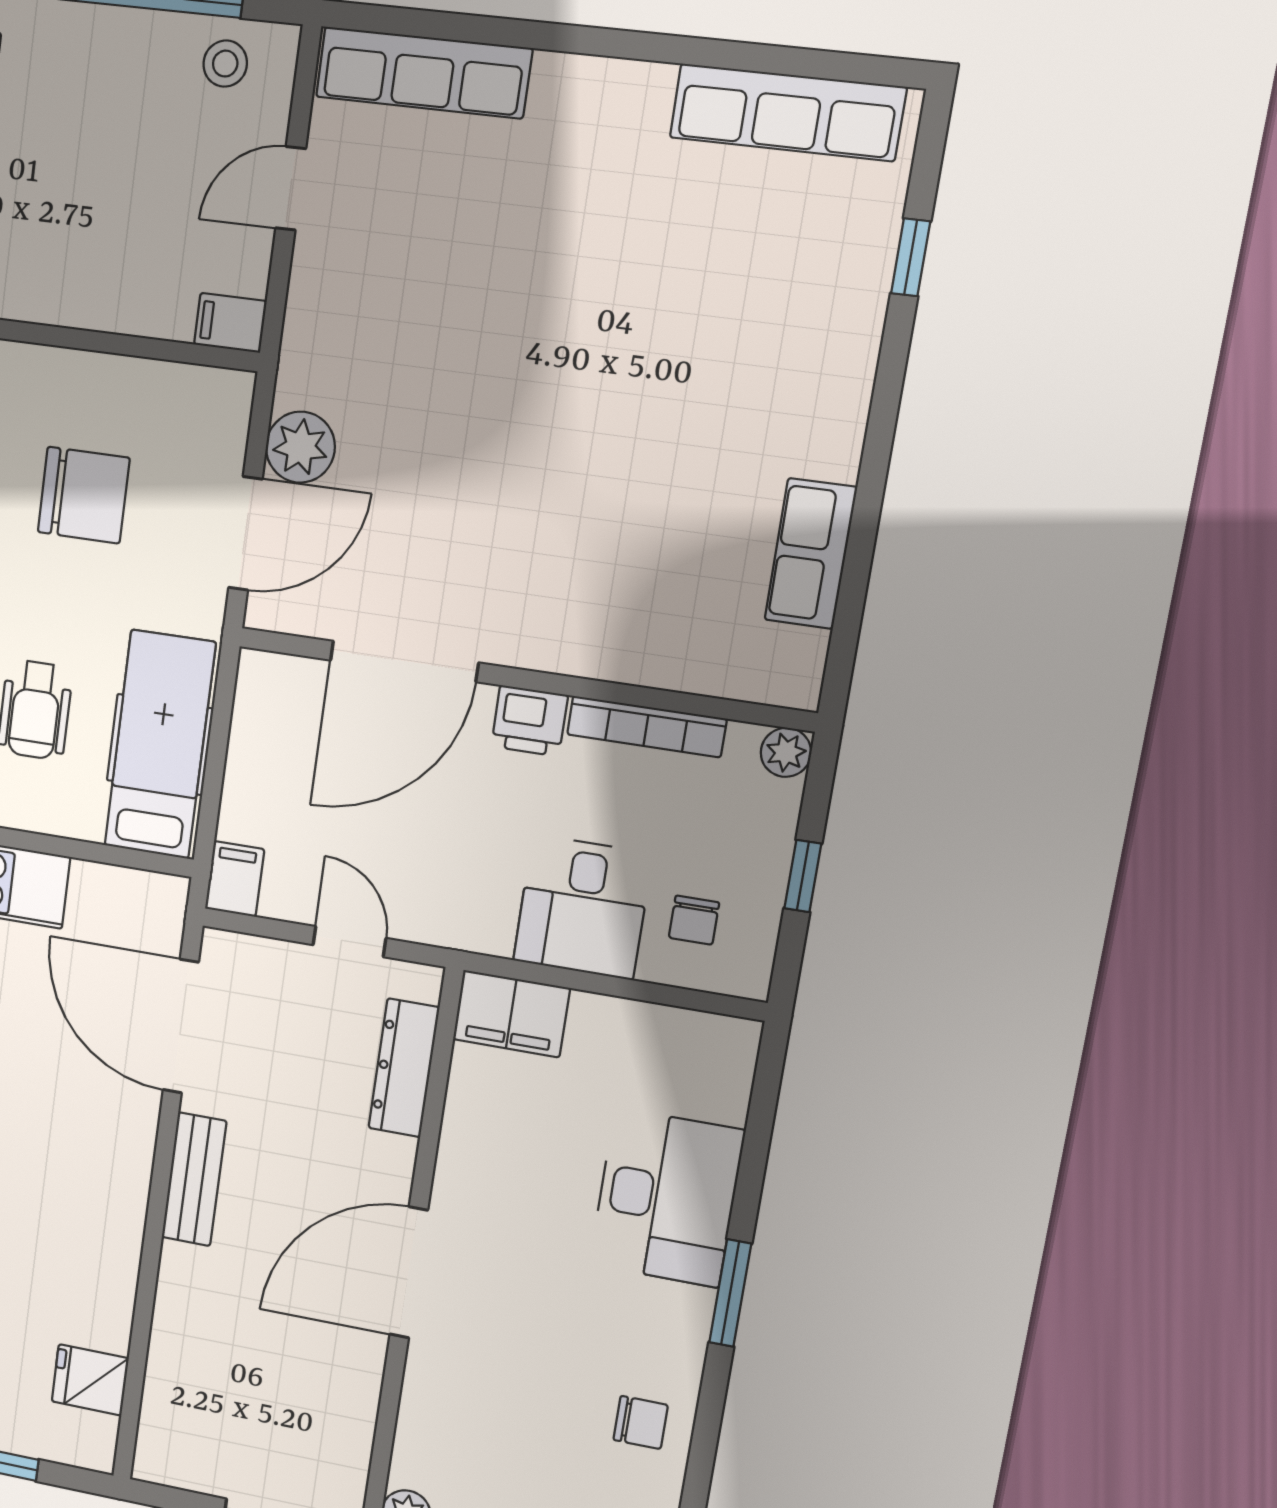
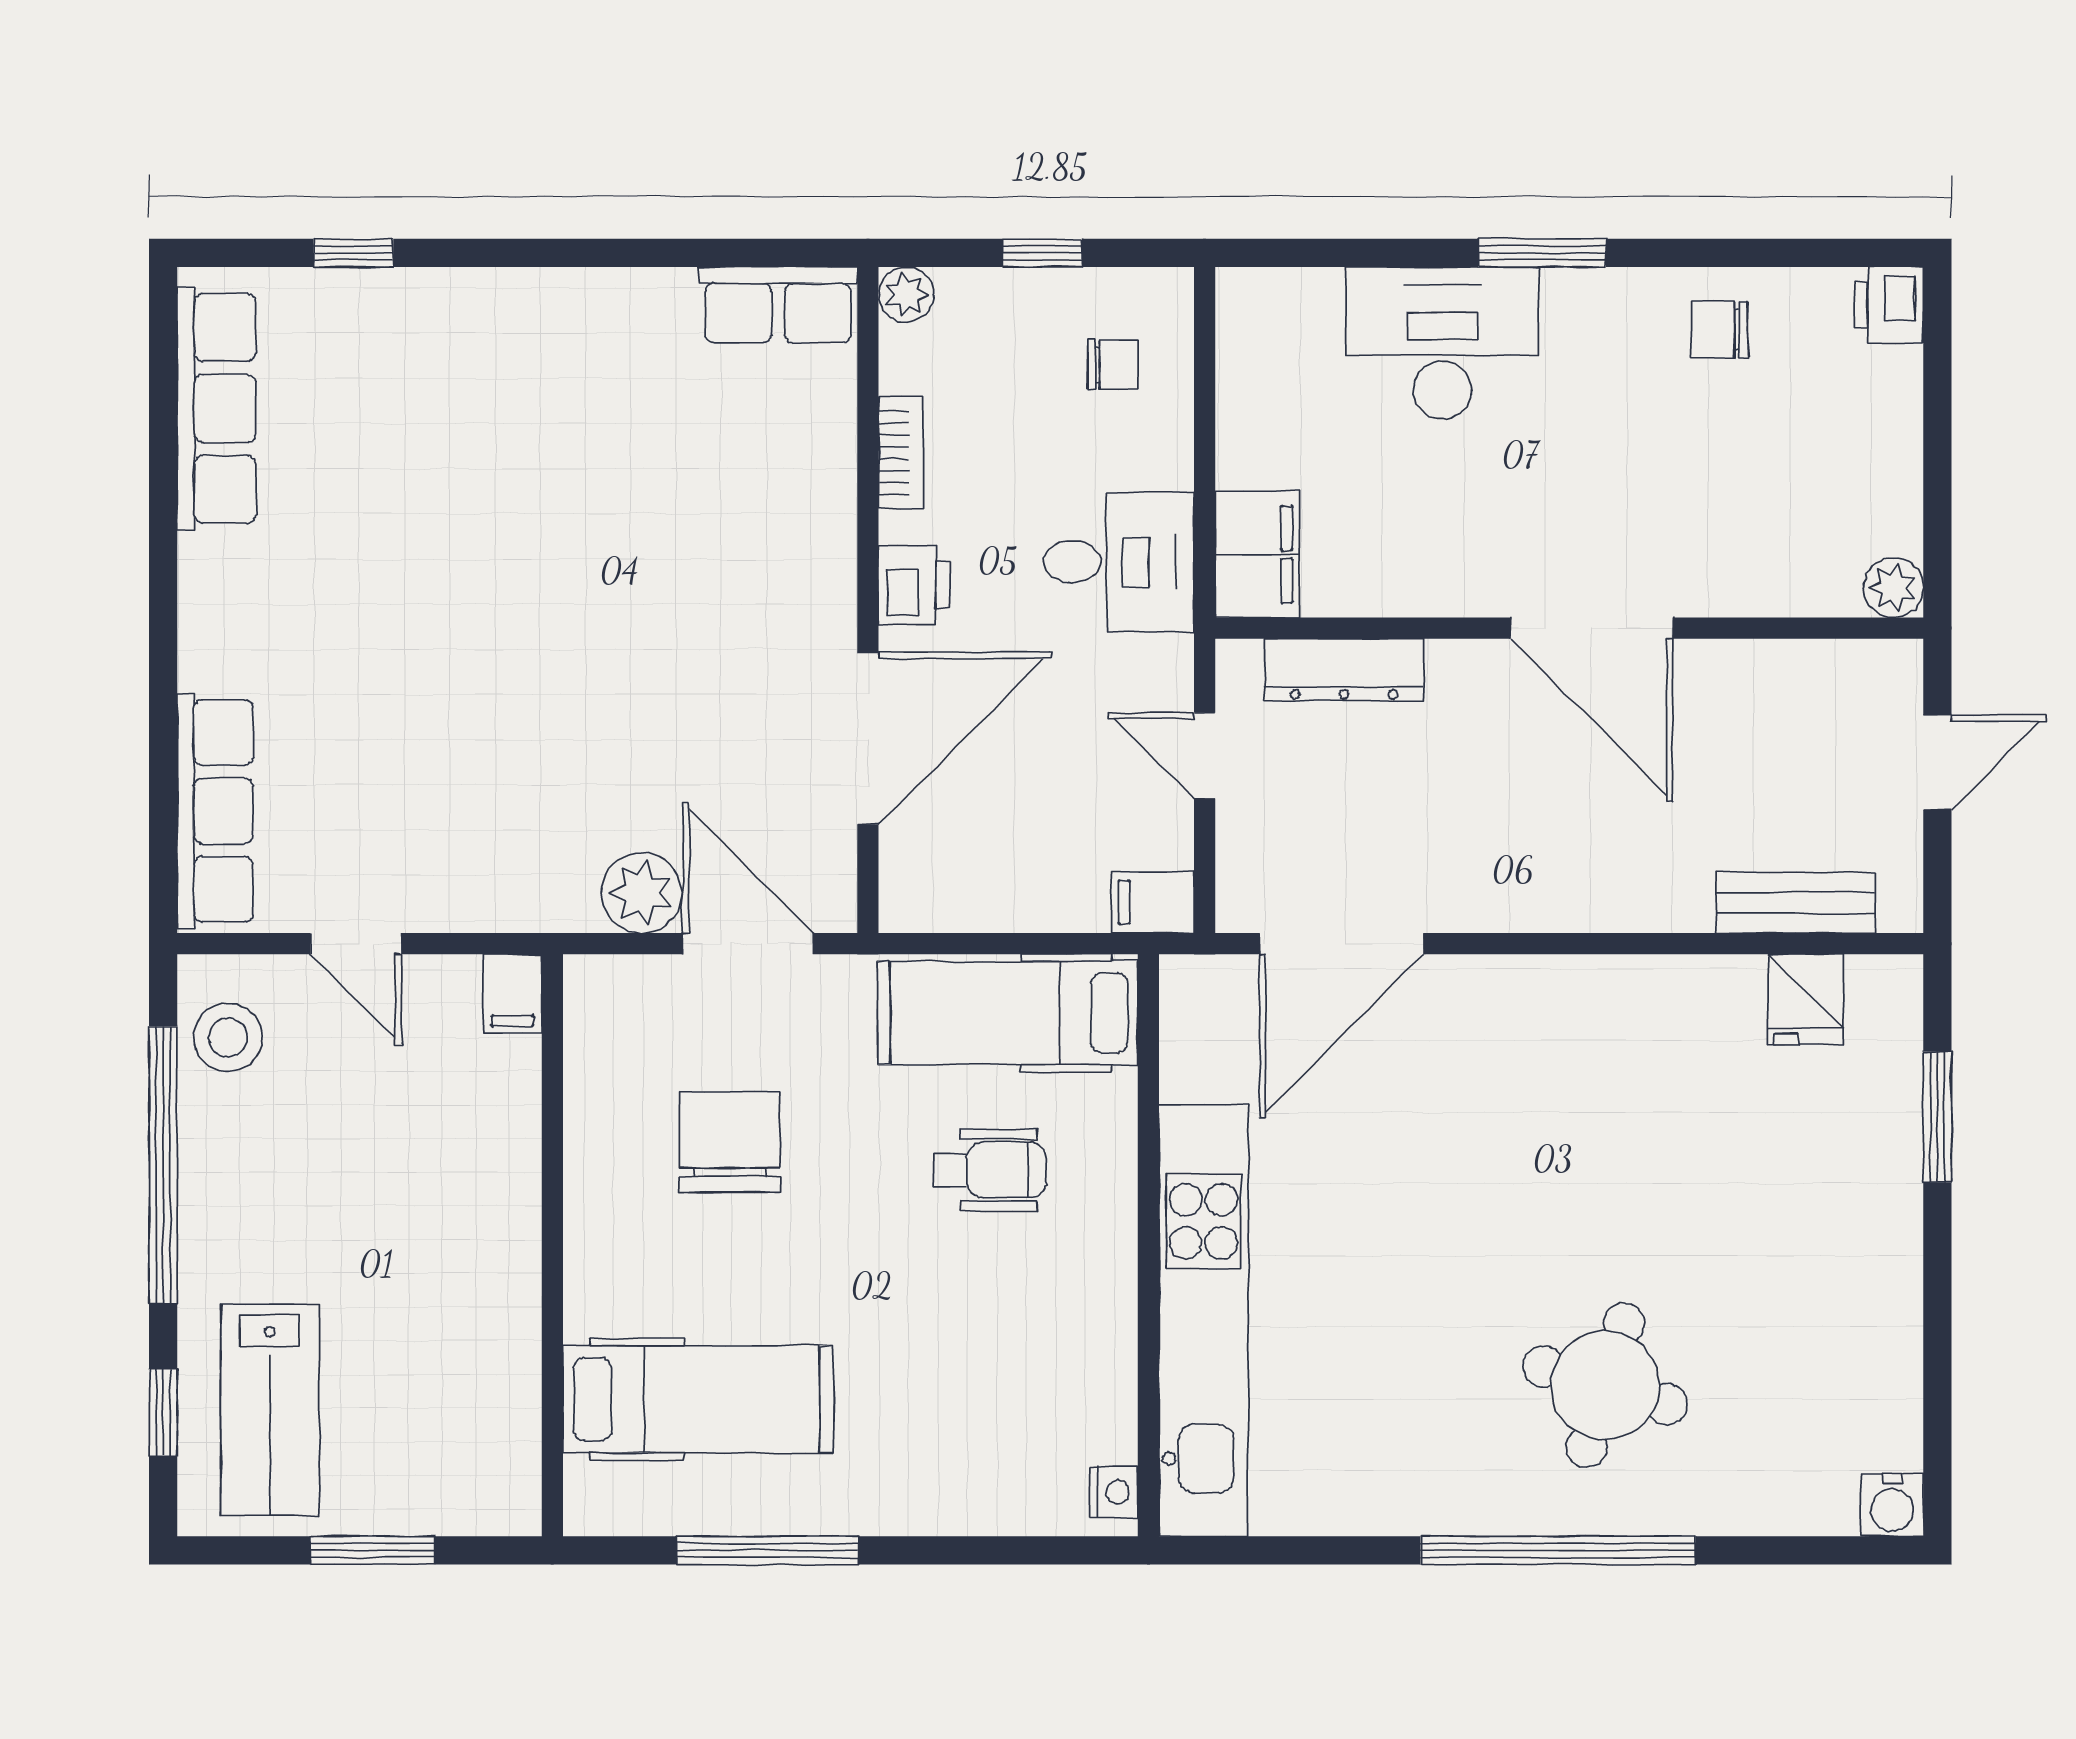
stool: (225, 64) -> (228, 1037), width x1.37, depth x1.37
row of seats: (811, 554) -> (778, 305), moved
door: (404, 661) -> (868, 738), hinge flipped
bookcase: (647, 727) -> (901, 453), width x0.64
desk: (583, 907) -> (1119, 562), moved
door: (349, 942) -> (1205, 756), hinge flipped
bench: (194, 1179) -> (1796, 903), moved
chair: (641, 1422) -> (1720, 329), turned -90

